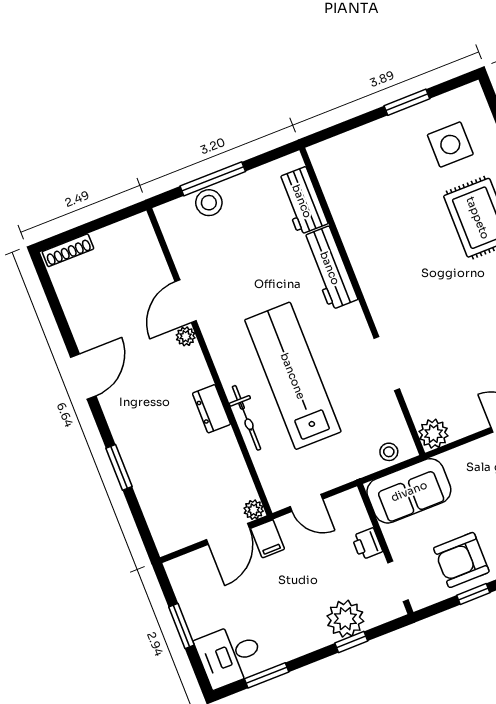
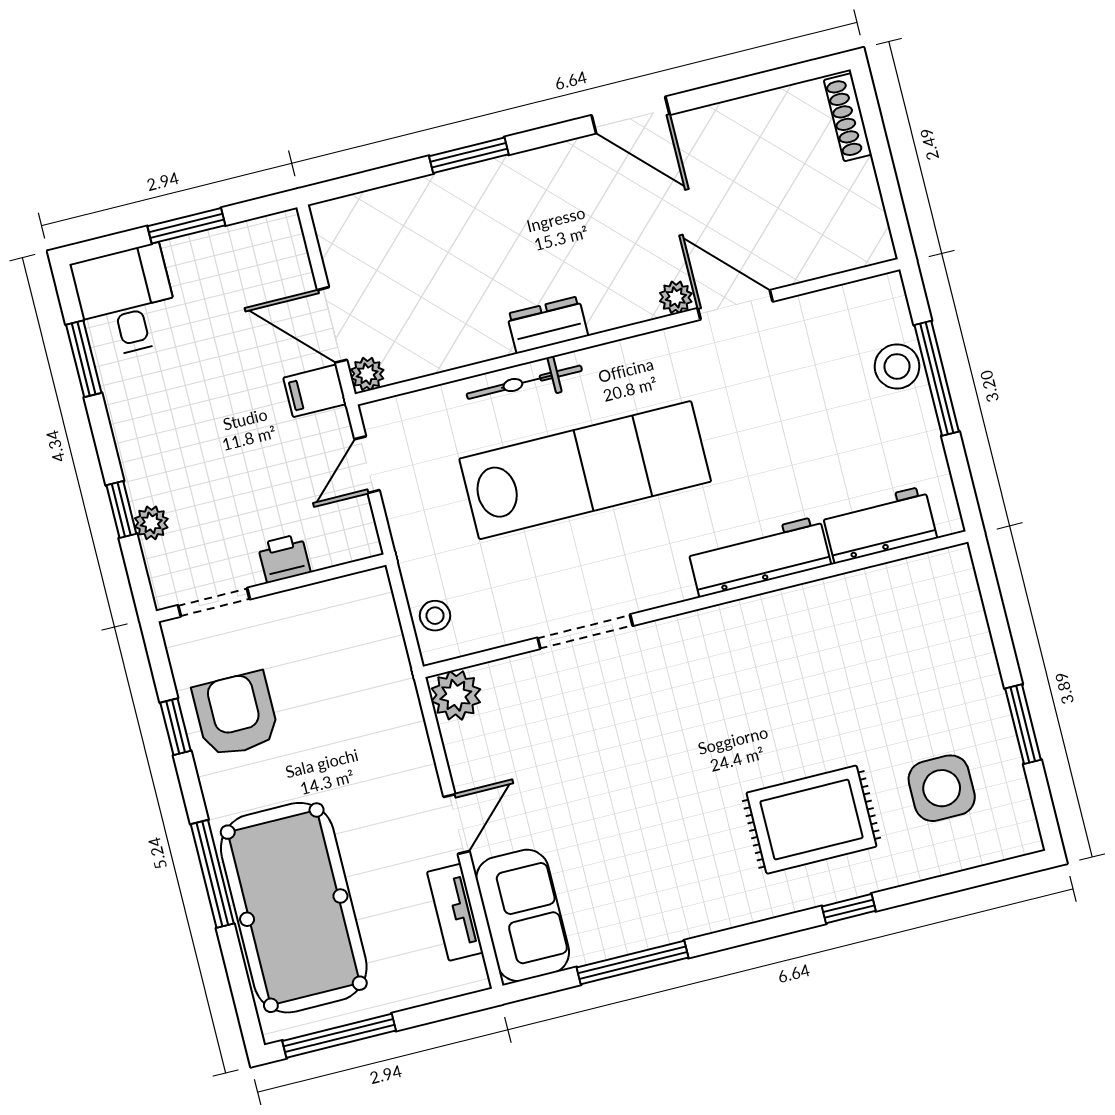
sofa: (409, 491) -> (365, 641), removed
plant: (345, 619) -> (151, 523), width x0.53, depth x0.53

